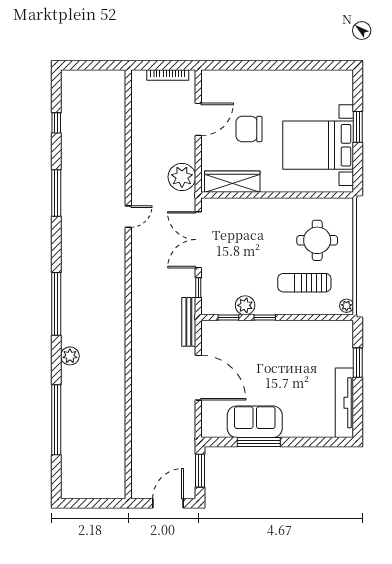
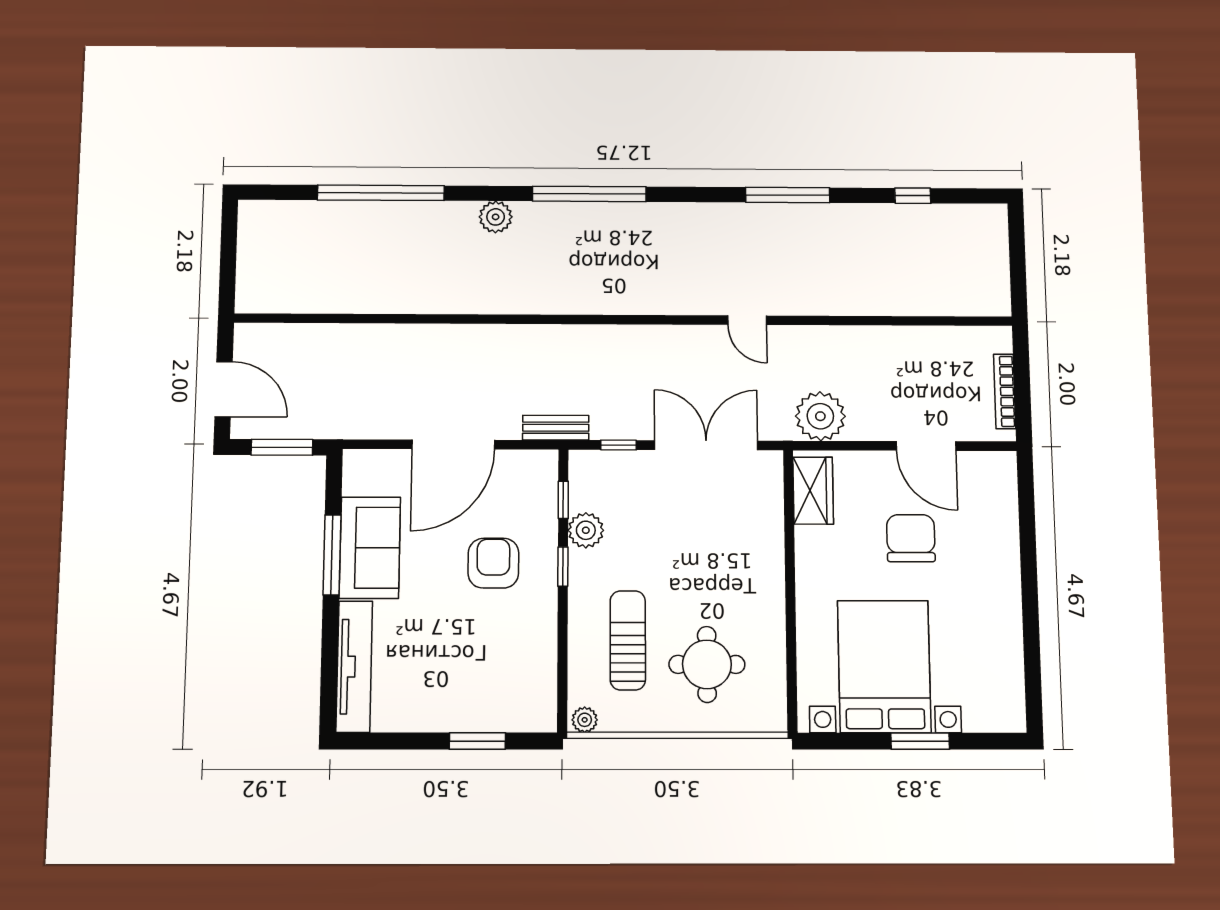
wardrobe: (232, 182) -> (813, 491), width x0.67
bench: (189, 322) -> (556, 428), width x0.73
armchair: (263, 355) -> (493, 563), added
tv unit: (344, 403) -> (354, 667), moved, turned 90

